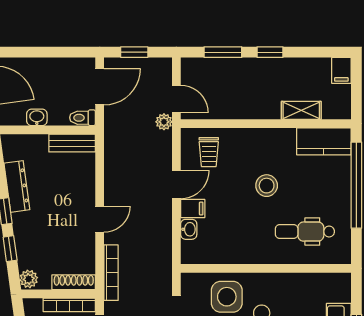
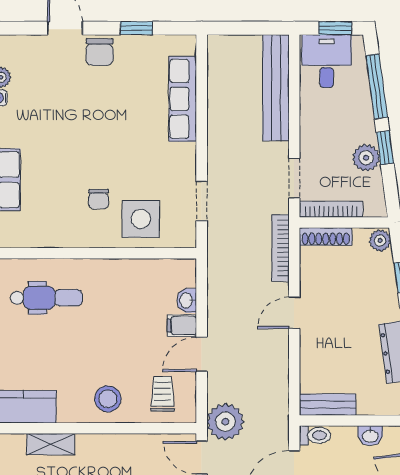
plant: (164, 122) -> (225, 422), width x1.88, depth x1.88
stool: (267, 186) -> (108, 399), moved

